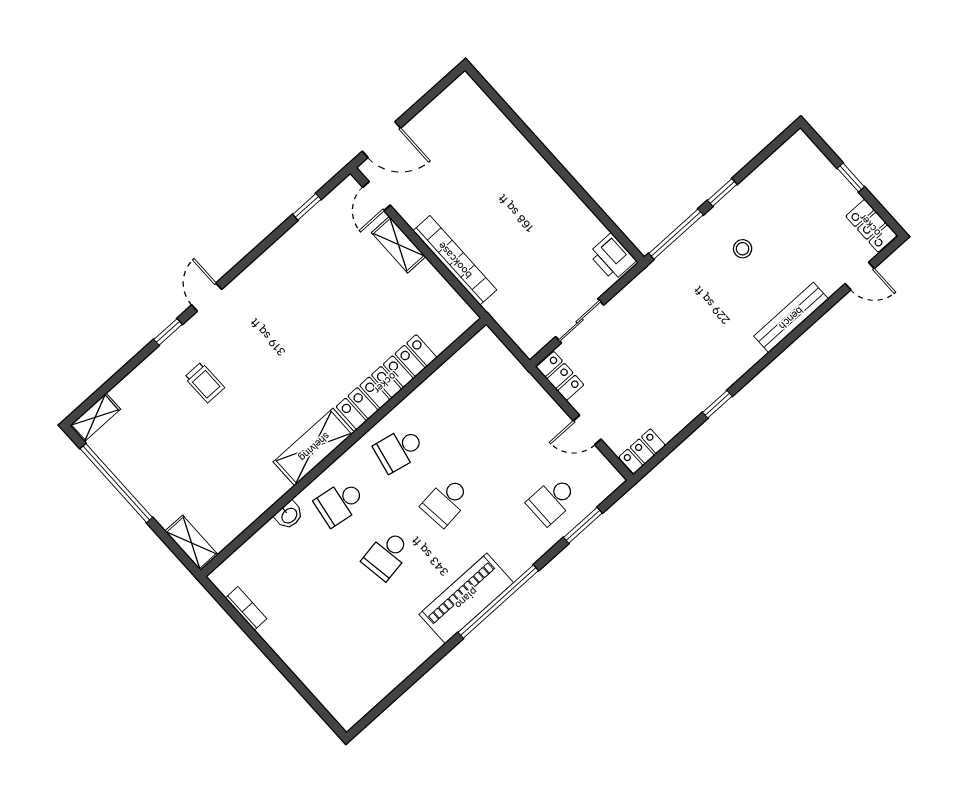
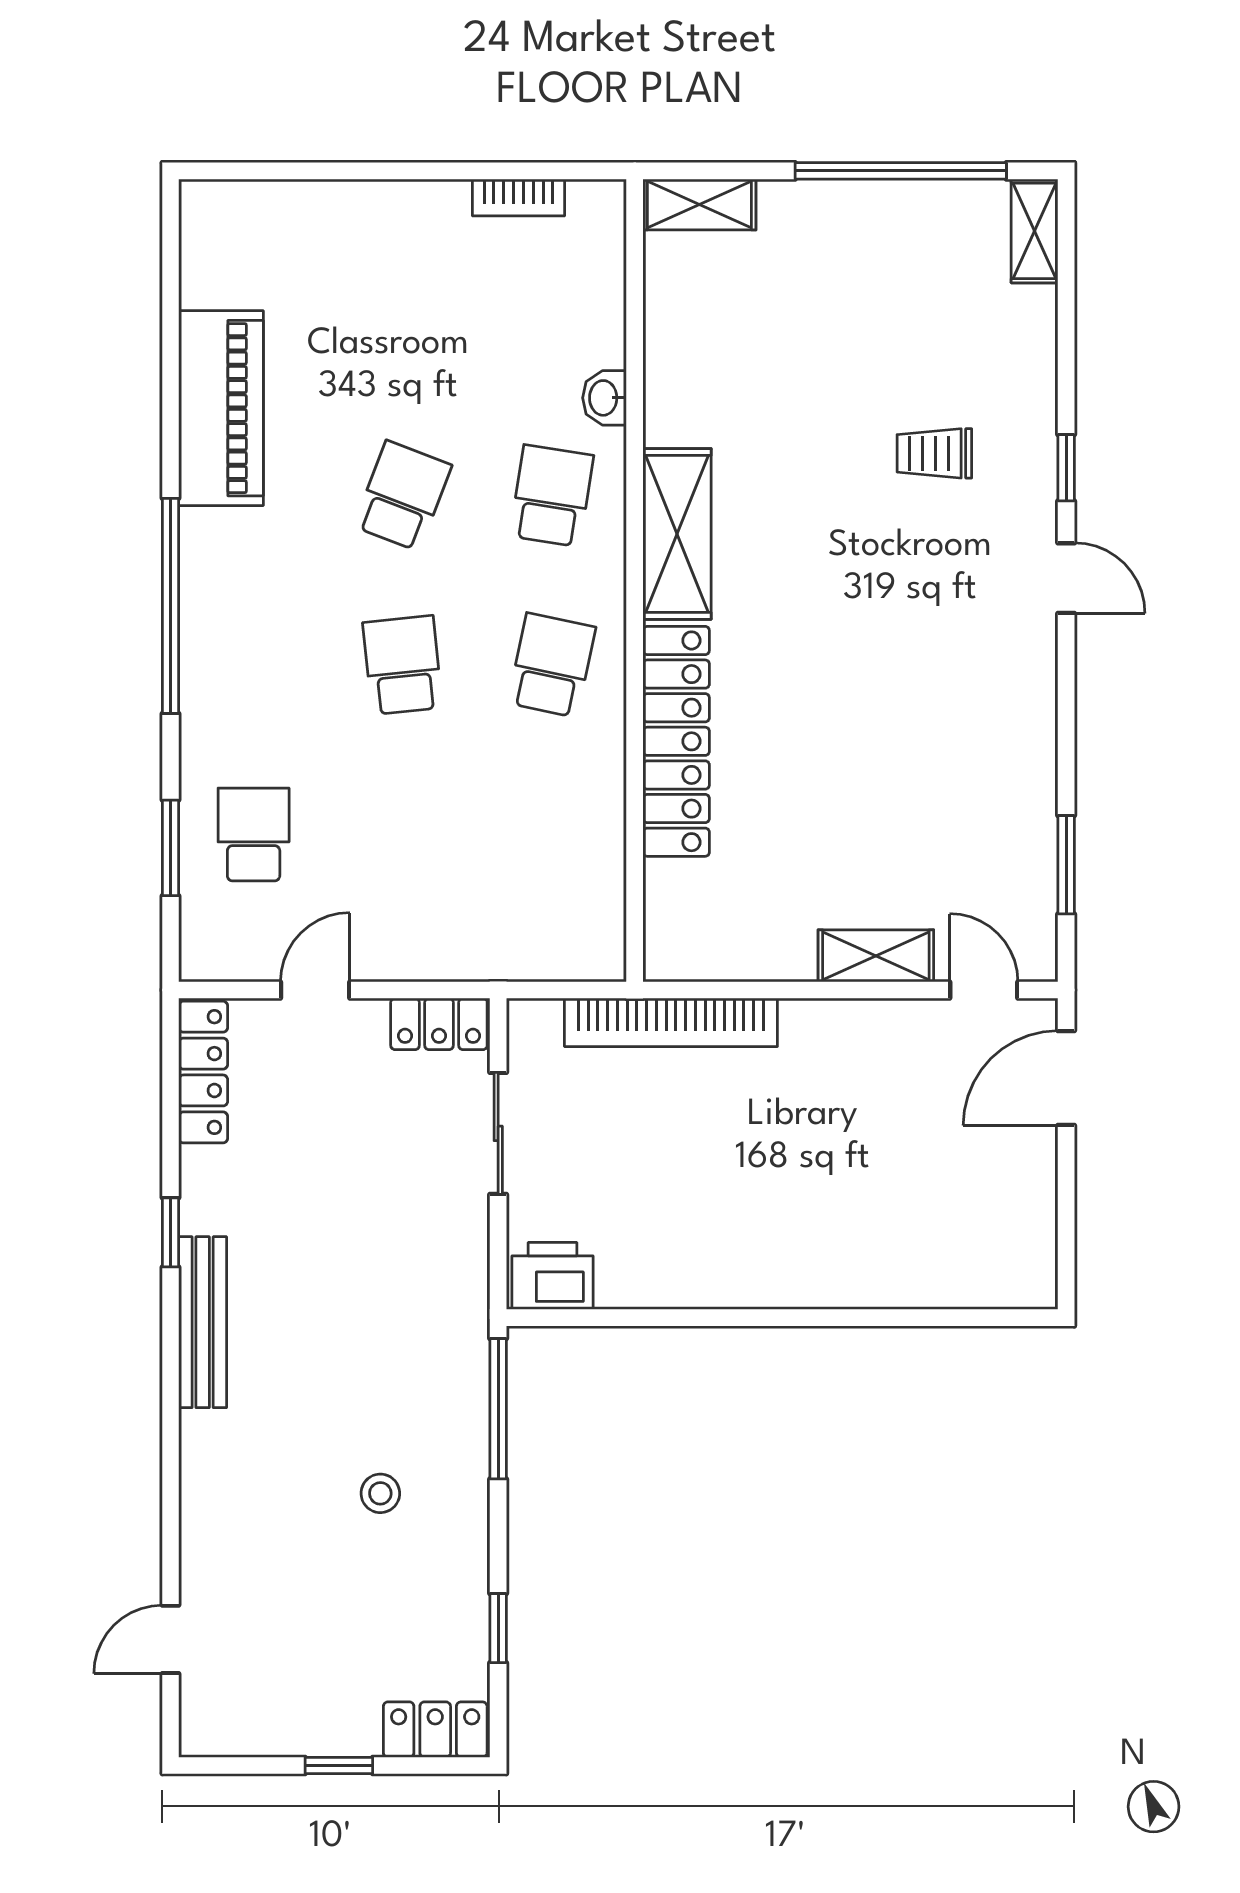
window: (722, 192) -> (498, 1628), moved
window: (307, 207) -> (1066, 865), width x1.50
locker: (871, 226) -> (435, 1730), moved
bookcase: (455, 260) -> (671, 1022), moved
bench: (791, 318) -> (203, 1322), moved
locker: (642, 451) -> (203, 1072), width x1.53
school desk: (387, 555) -> (403, 496), turned 30
piano: (466, 598) -> (221, 408), moved

